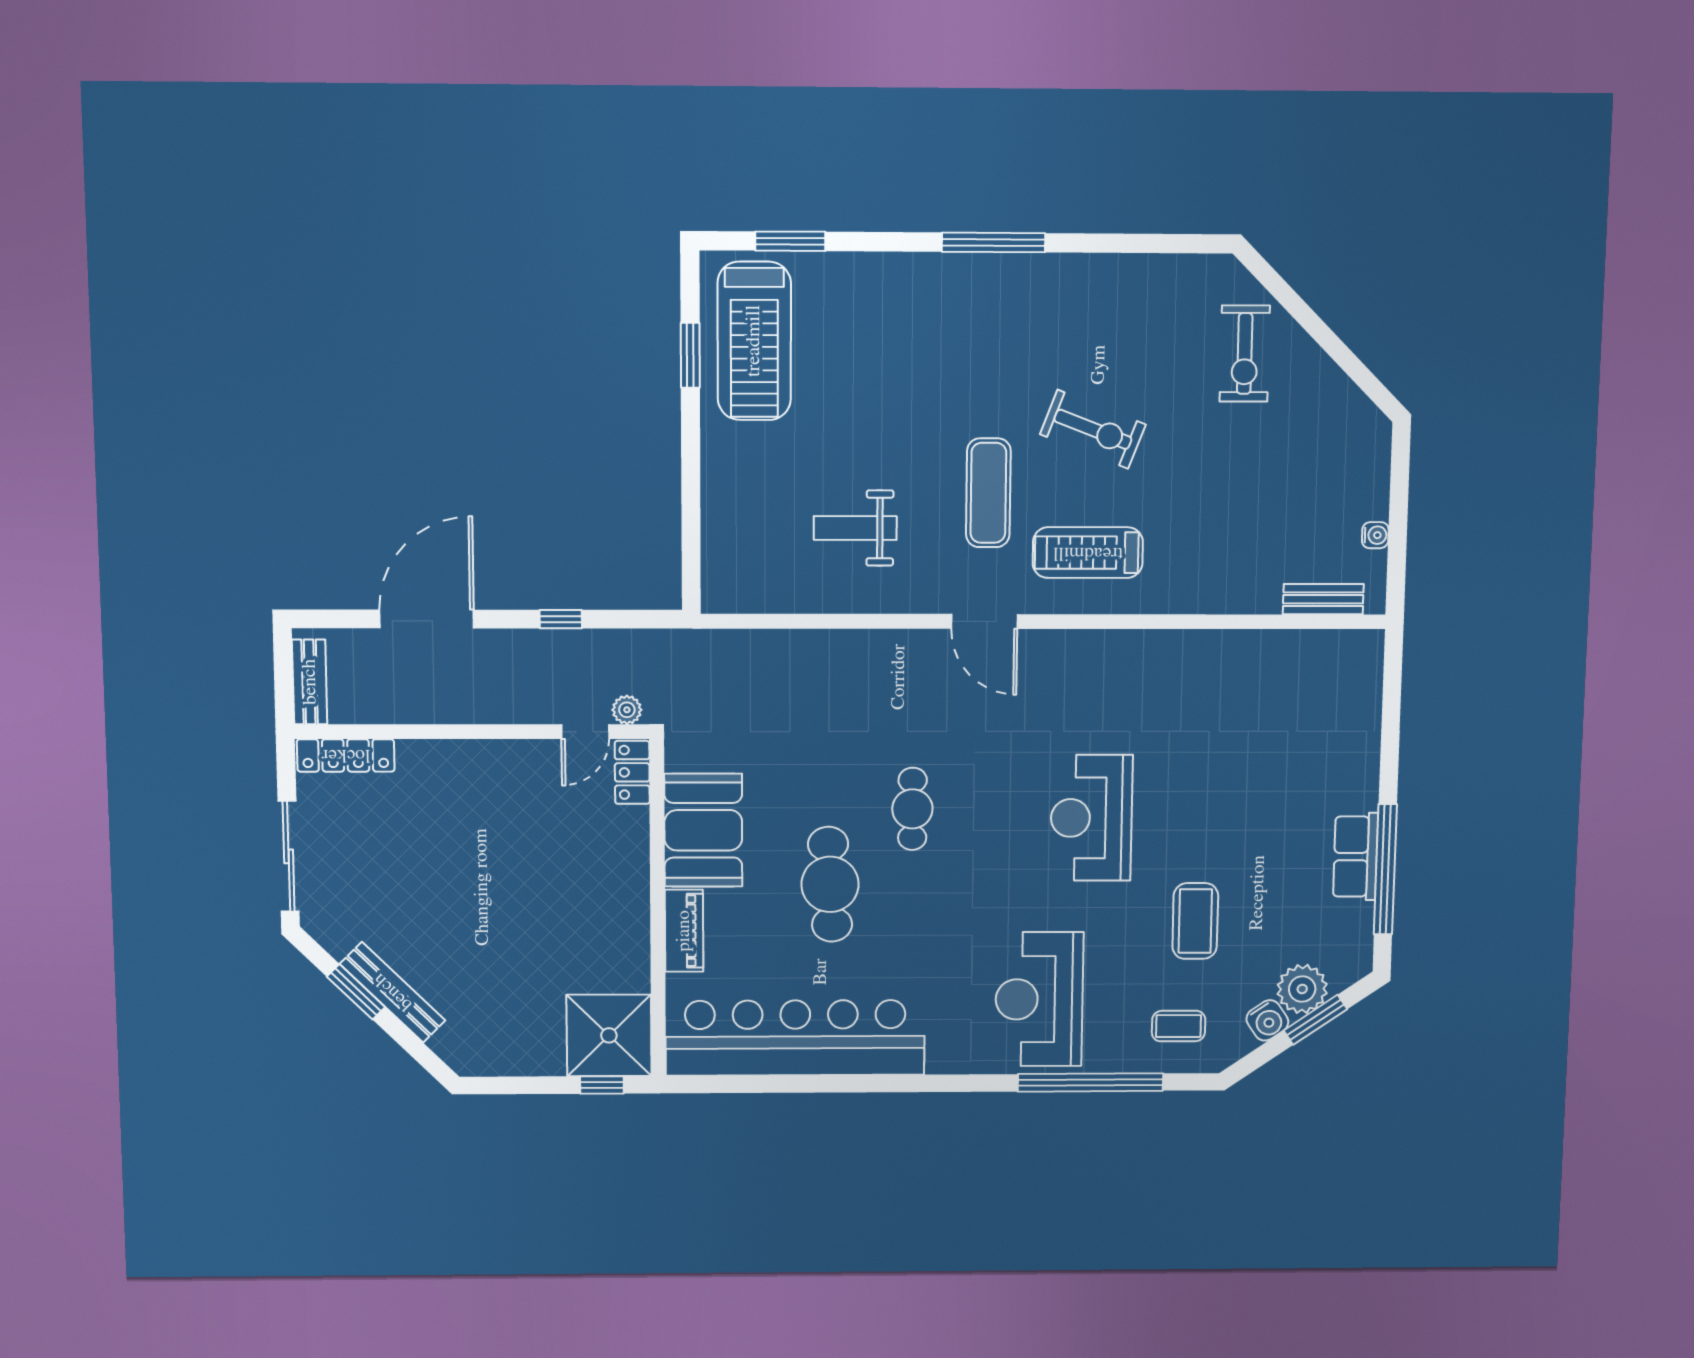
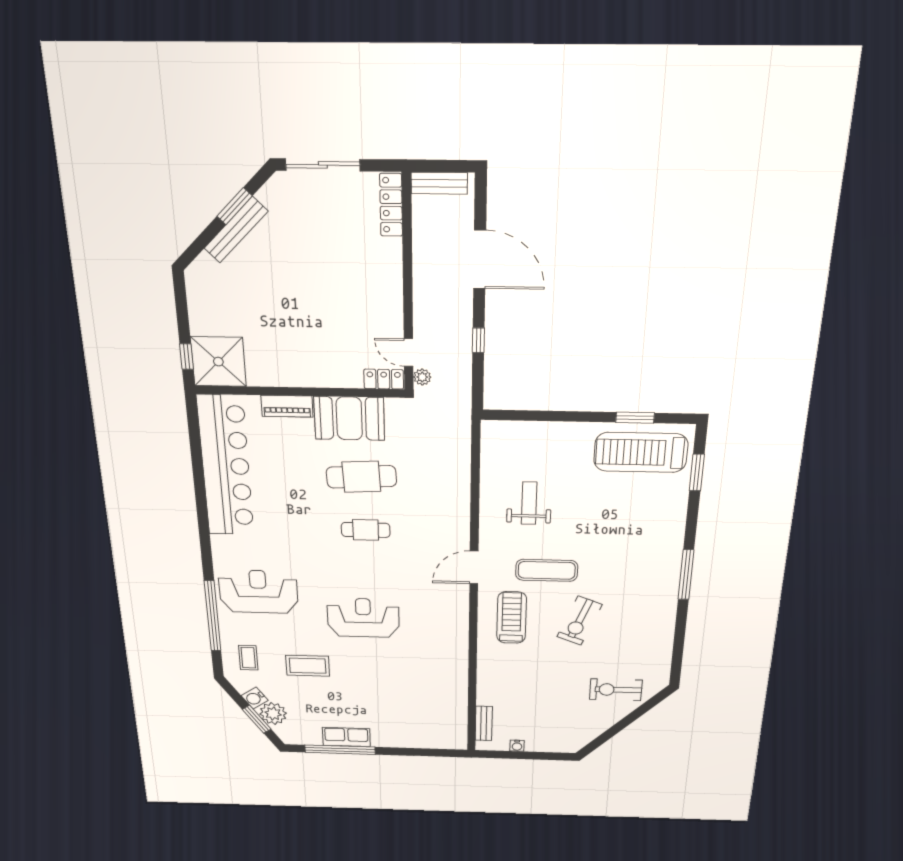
cafe table: (830, 884) -> (361, 477), moved

